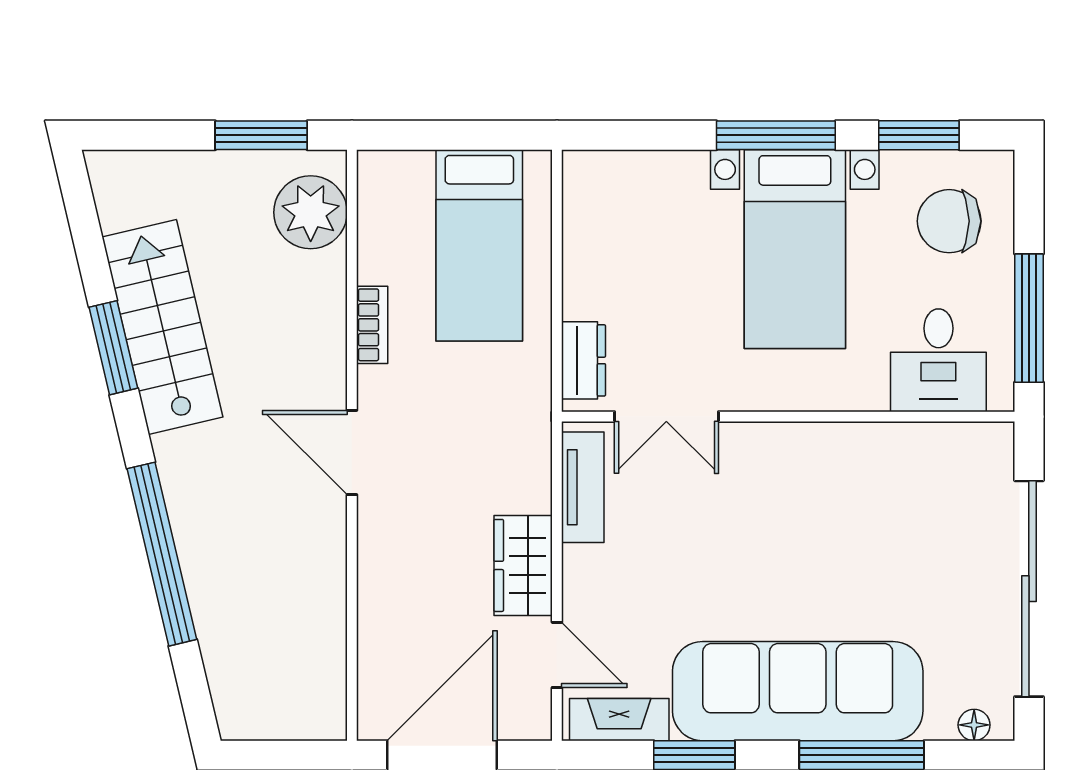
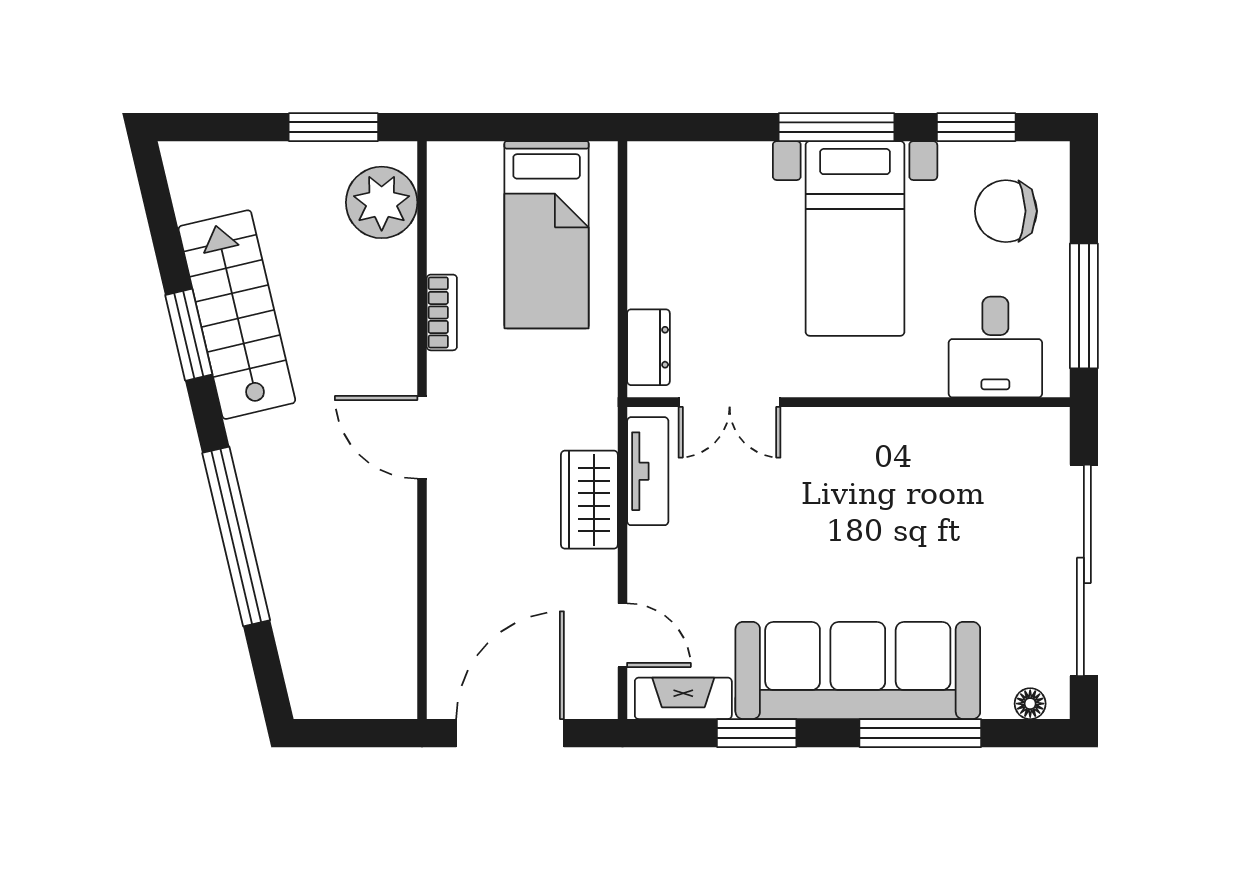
wardrobe: (523, 565) -> (589, 500), moved

